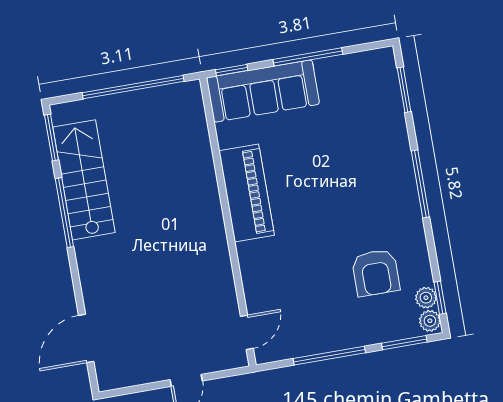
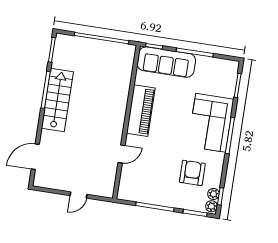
corner sofa: (378, 173) -> (211, 123), added
stairs: (84, 180) -> (57, 100), moved
armchair: (376, 273) -> (192, 173), turned 180
door: (247, 332) -> (122, 154), moved

